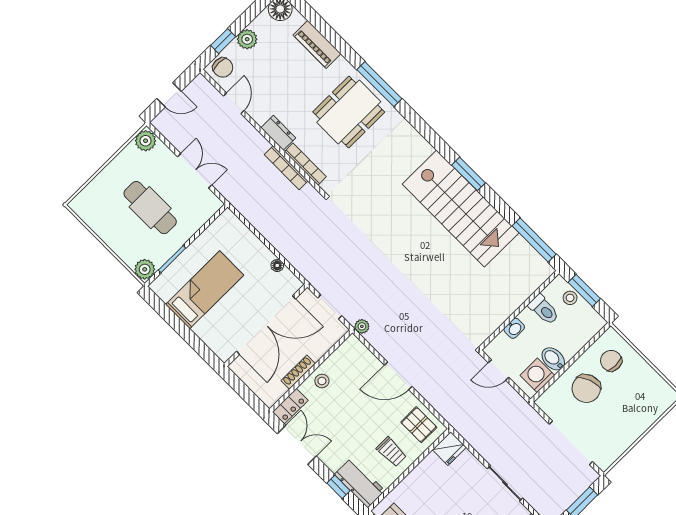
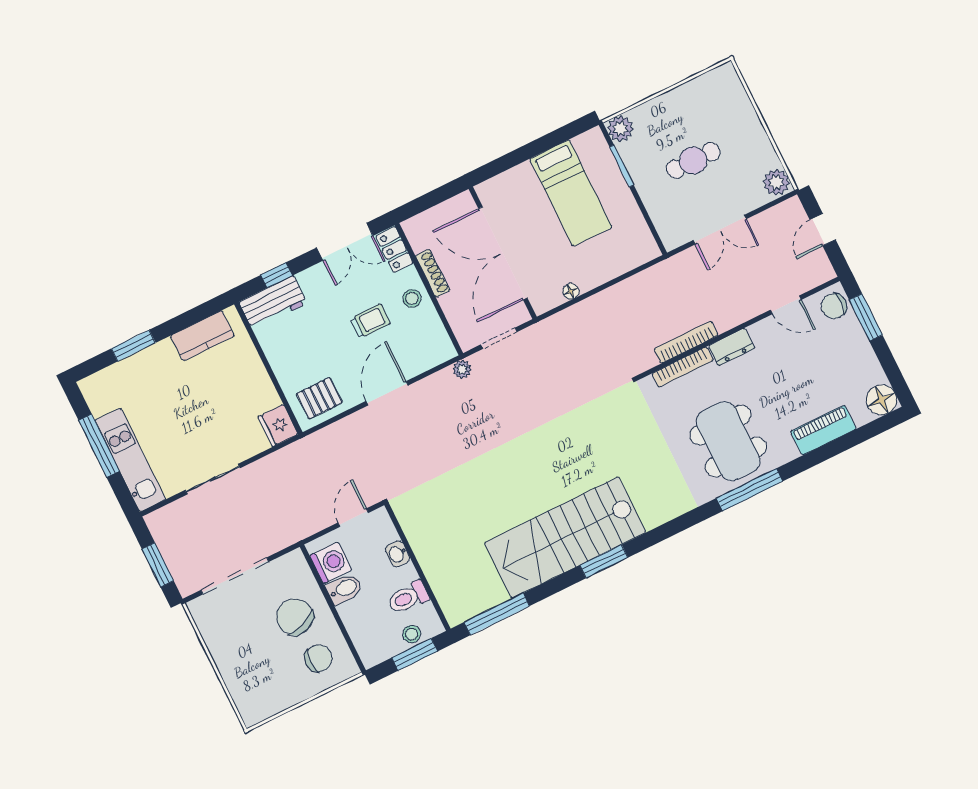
plant: (247, 39) -> (858, 347), removed
window: (223, 41) -> (866, 317), width x1.50
cafe table: (150, 208) -> (693, 160), width x0.73, depth x0.74
trolley: (391, 452) -> (370, 321), moved, turned 180

